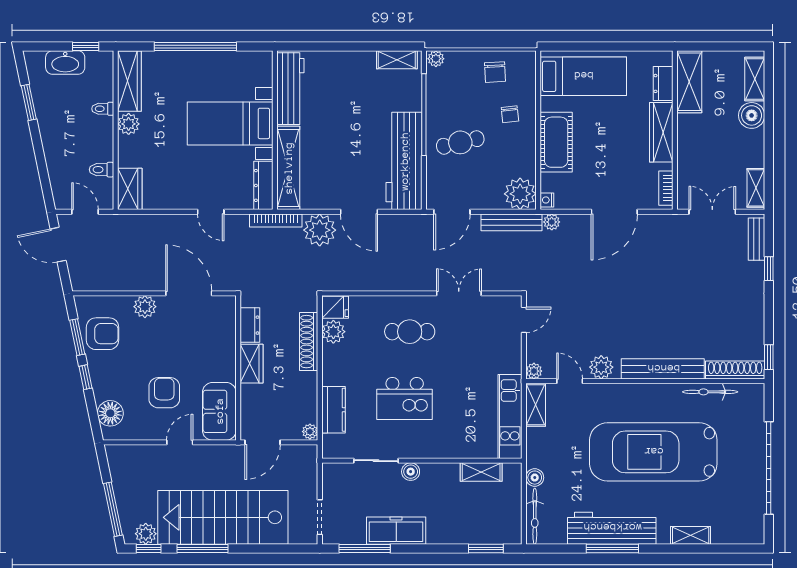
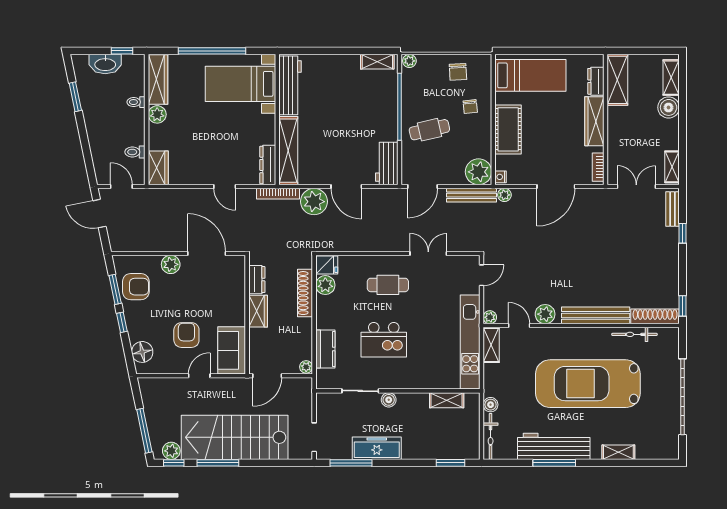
bed with nightstands: (230, 123) -> (241, 84), moved
workbench: (404, 161) -> (387, 163), width x0.53, depth x0.76
kitchen unit: (510, 417) -> (470, 342), width x1.36

